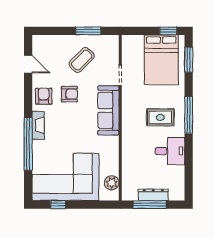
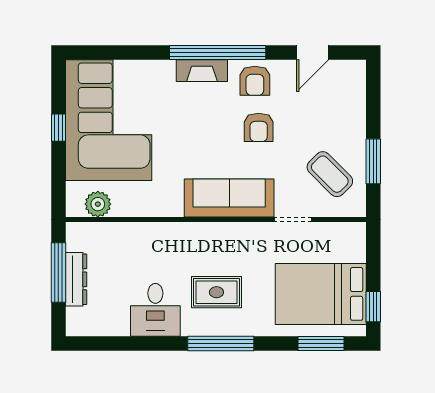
coffee table: (82, 60) -> (330, 174), moved
armchair: (44, 96) -> (255, 81), turned 90
rug: (160, 117) -> (216, 292), turned 90
window: (28, 144) -> (218, 53), moved
window: (58, 205) -> (58, 128), moved

